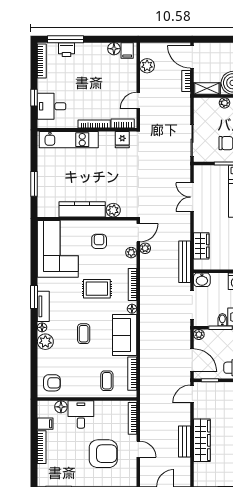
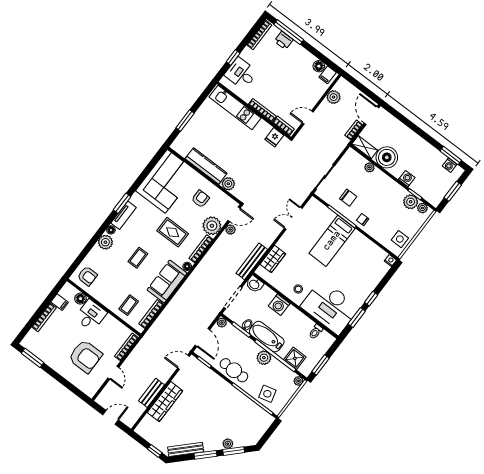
plant: (131, 253) -> (212, 226), width x1.88, depth x1.88

